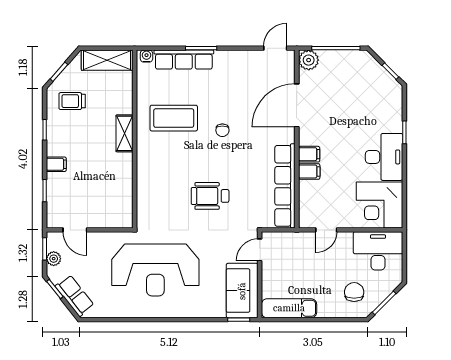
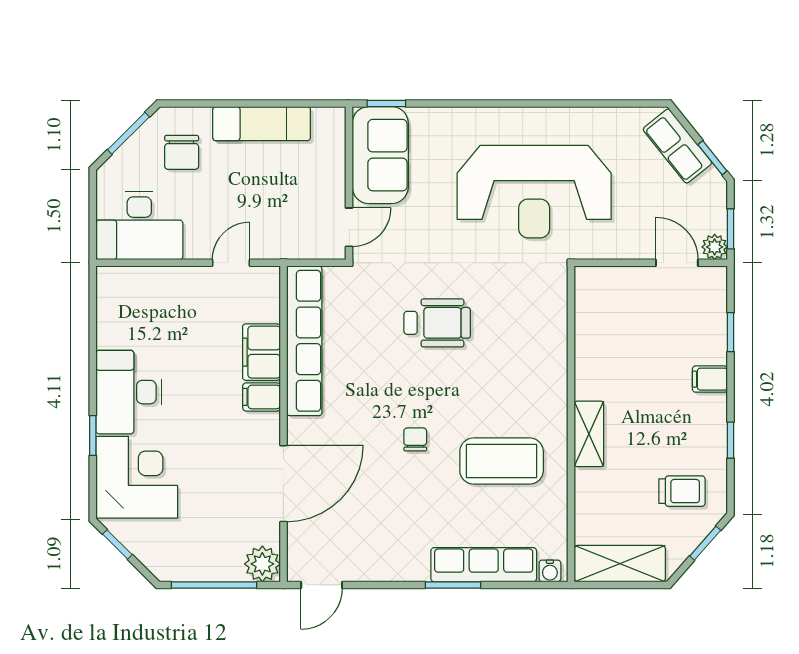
filing cabinet: (309, 171) -> (261, 352), width x2.00
corner desk: (379, 205) -> (137, 477), moved
plant: (54, 259) -> (715, 247), moved
reception desk: (155, 270) -> (534, 192), turned 180
exam couch: (289, 308) -> (262, 124), moved

